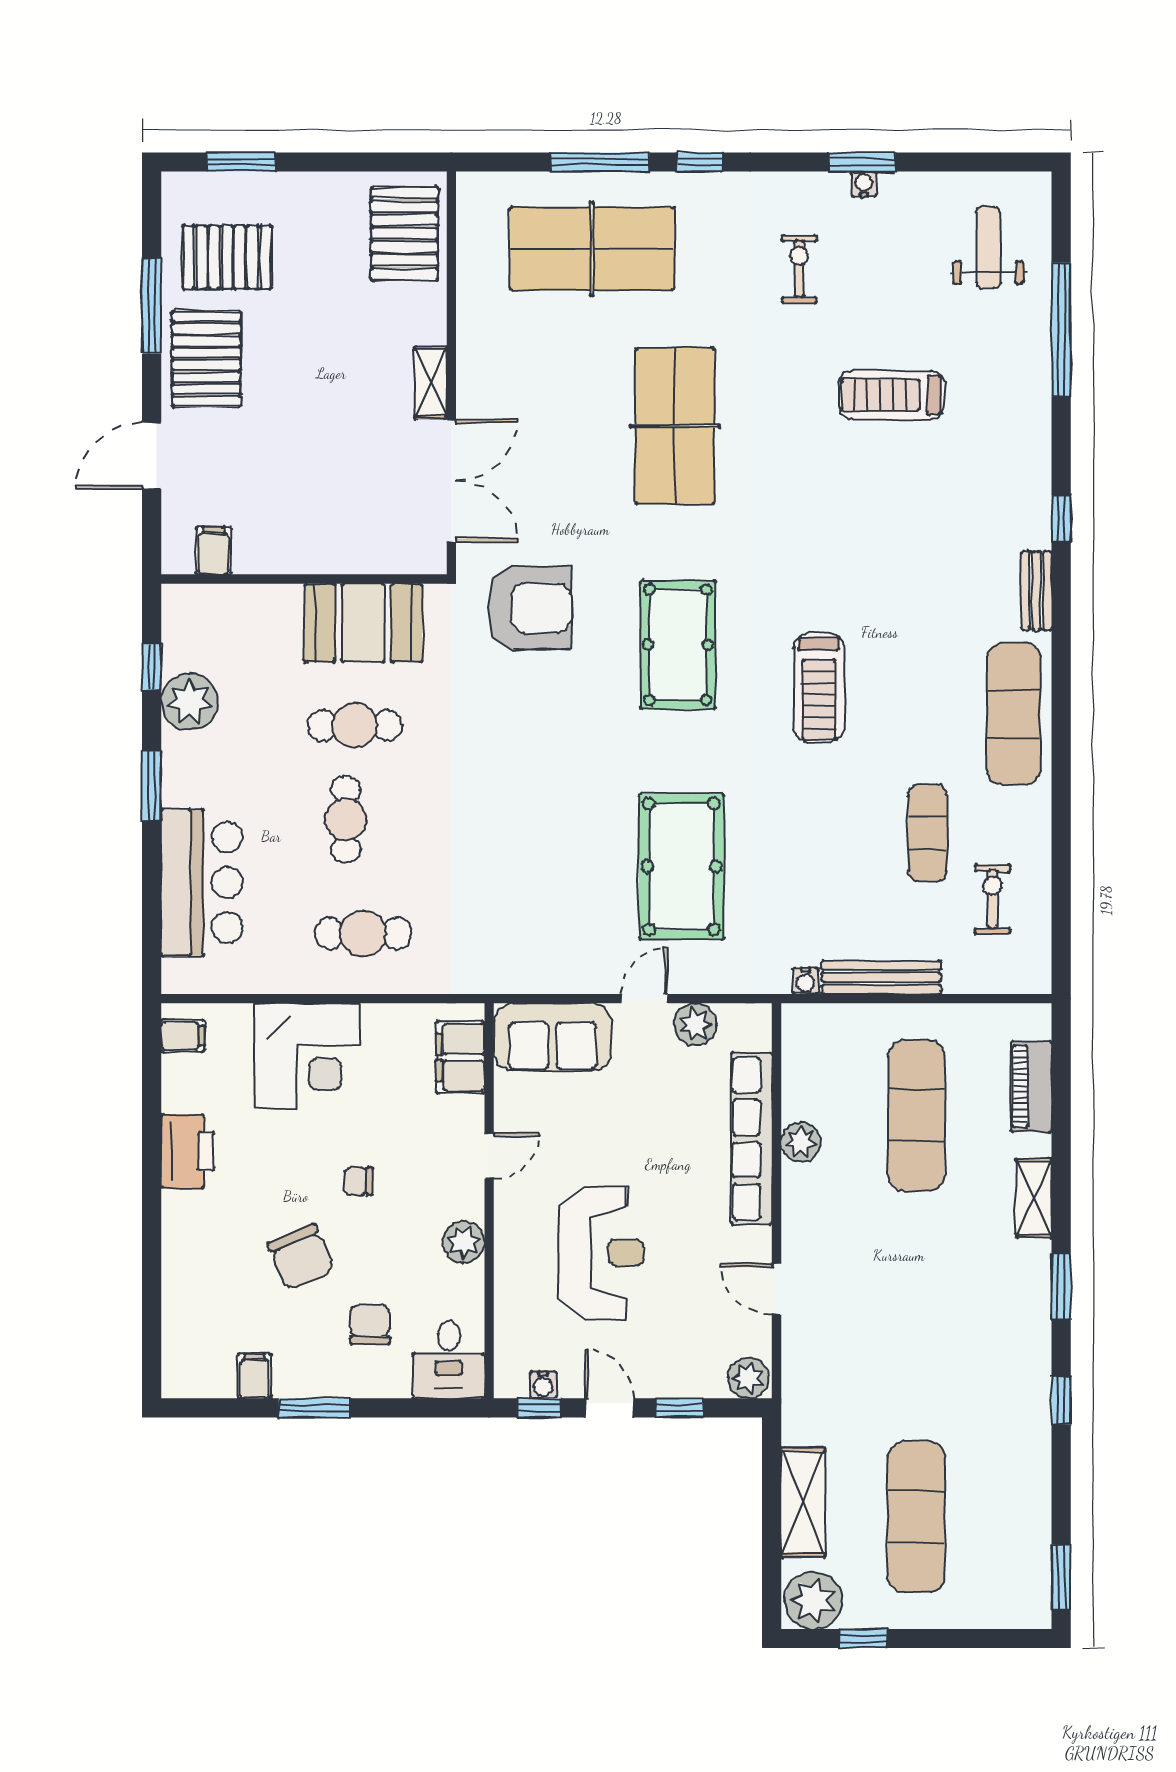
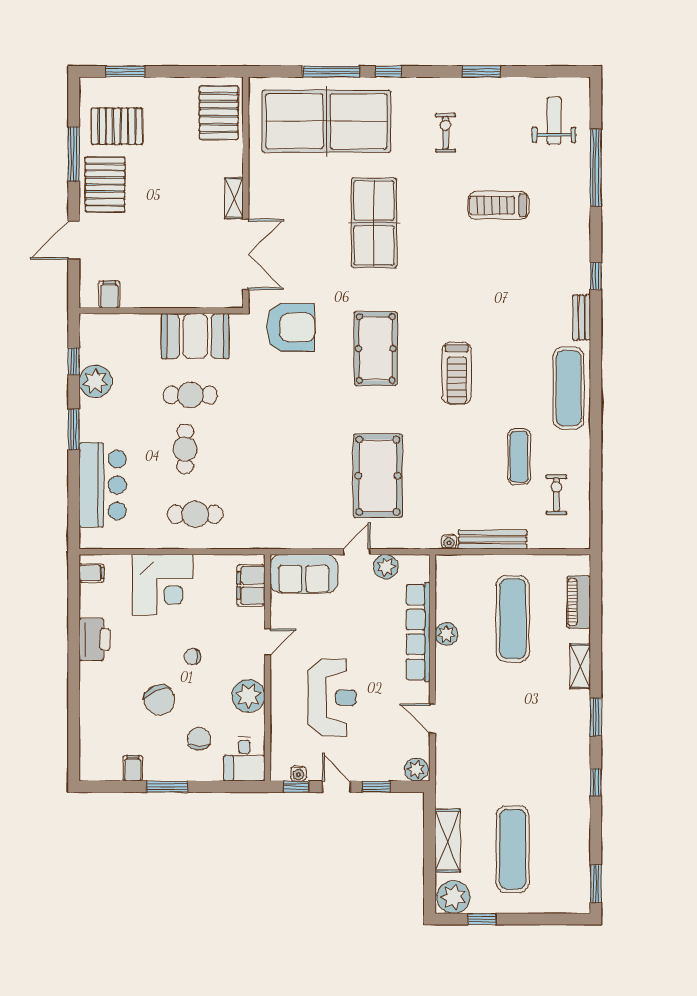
water cooler: (864, 184) -> (482, 84), removed
table tennis table: (592, 249) -> (326, 121), width x1.36, depth x1.32
plant: (464, 1242) -> (248, 696), width x1.36, depth x1.36

